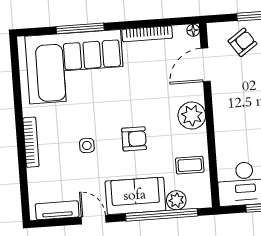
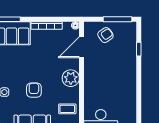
armchair: (134, 139) -> (34, 90), turned -90

